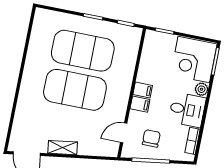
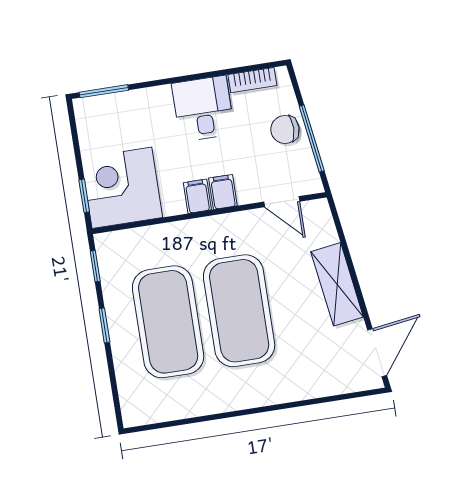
corner desk: (194, 60) -> (122, 188), moved, turned 180
plant: (202, 89) -> (159, 97), removed
chair: (151, 138) -> (285, 129), moved
shelving: (63, 148) -> (337, 284), width x1.50, depth x1.33

